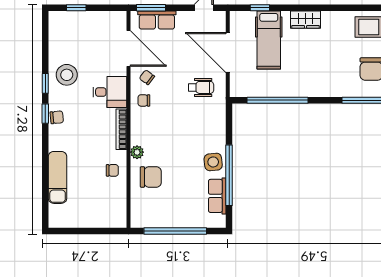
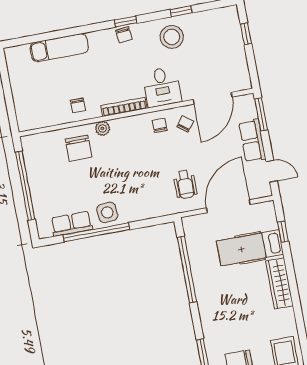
row of seats: (157, 20) -> (252, 141), moved
wardrobe: (306, 20) -> (279, 283), width x1.50
window: (45, 83) -> (181, 11), moved

